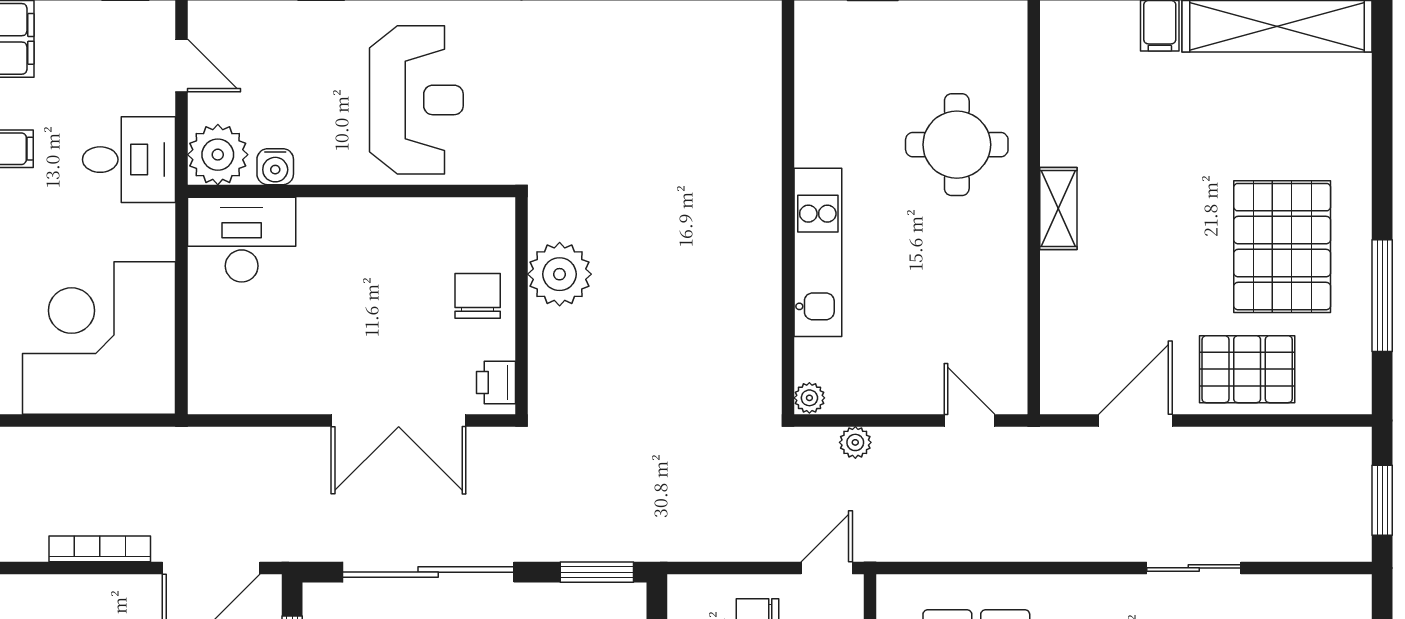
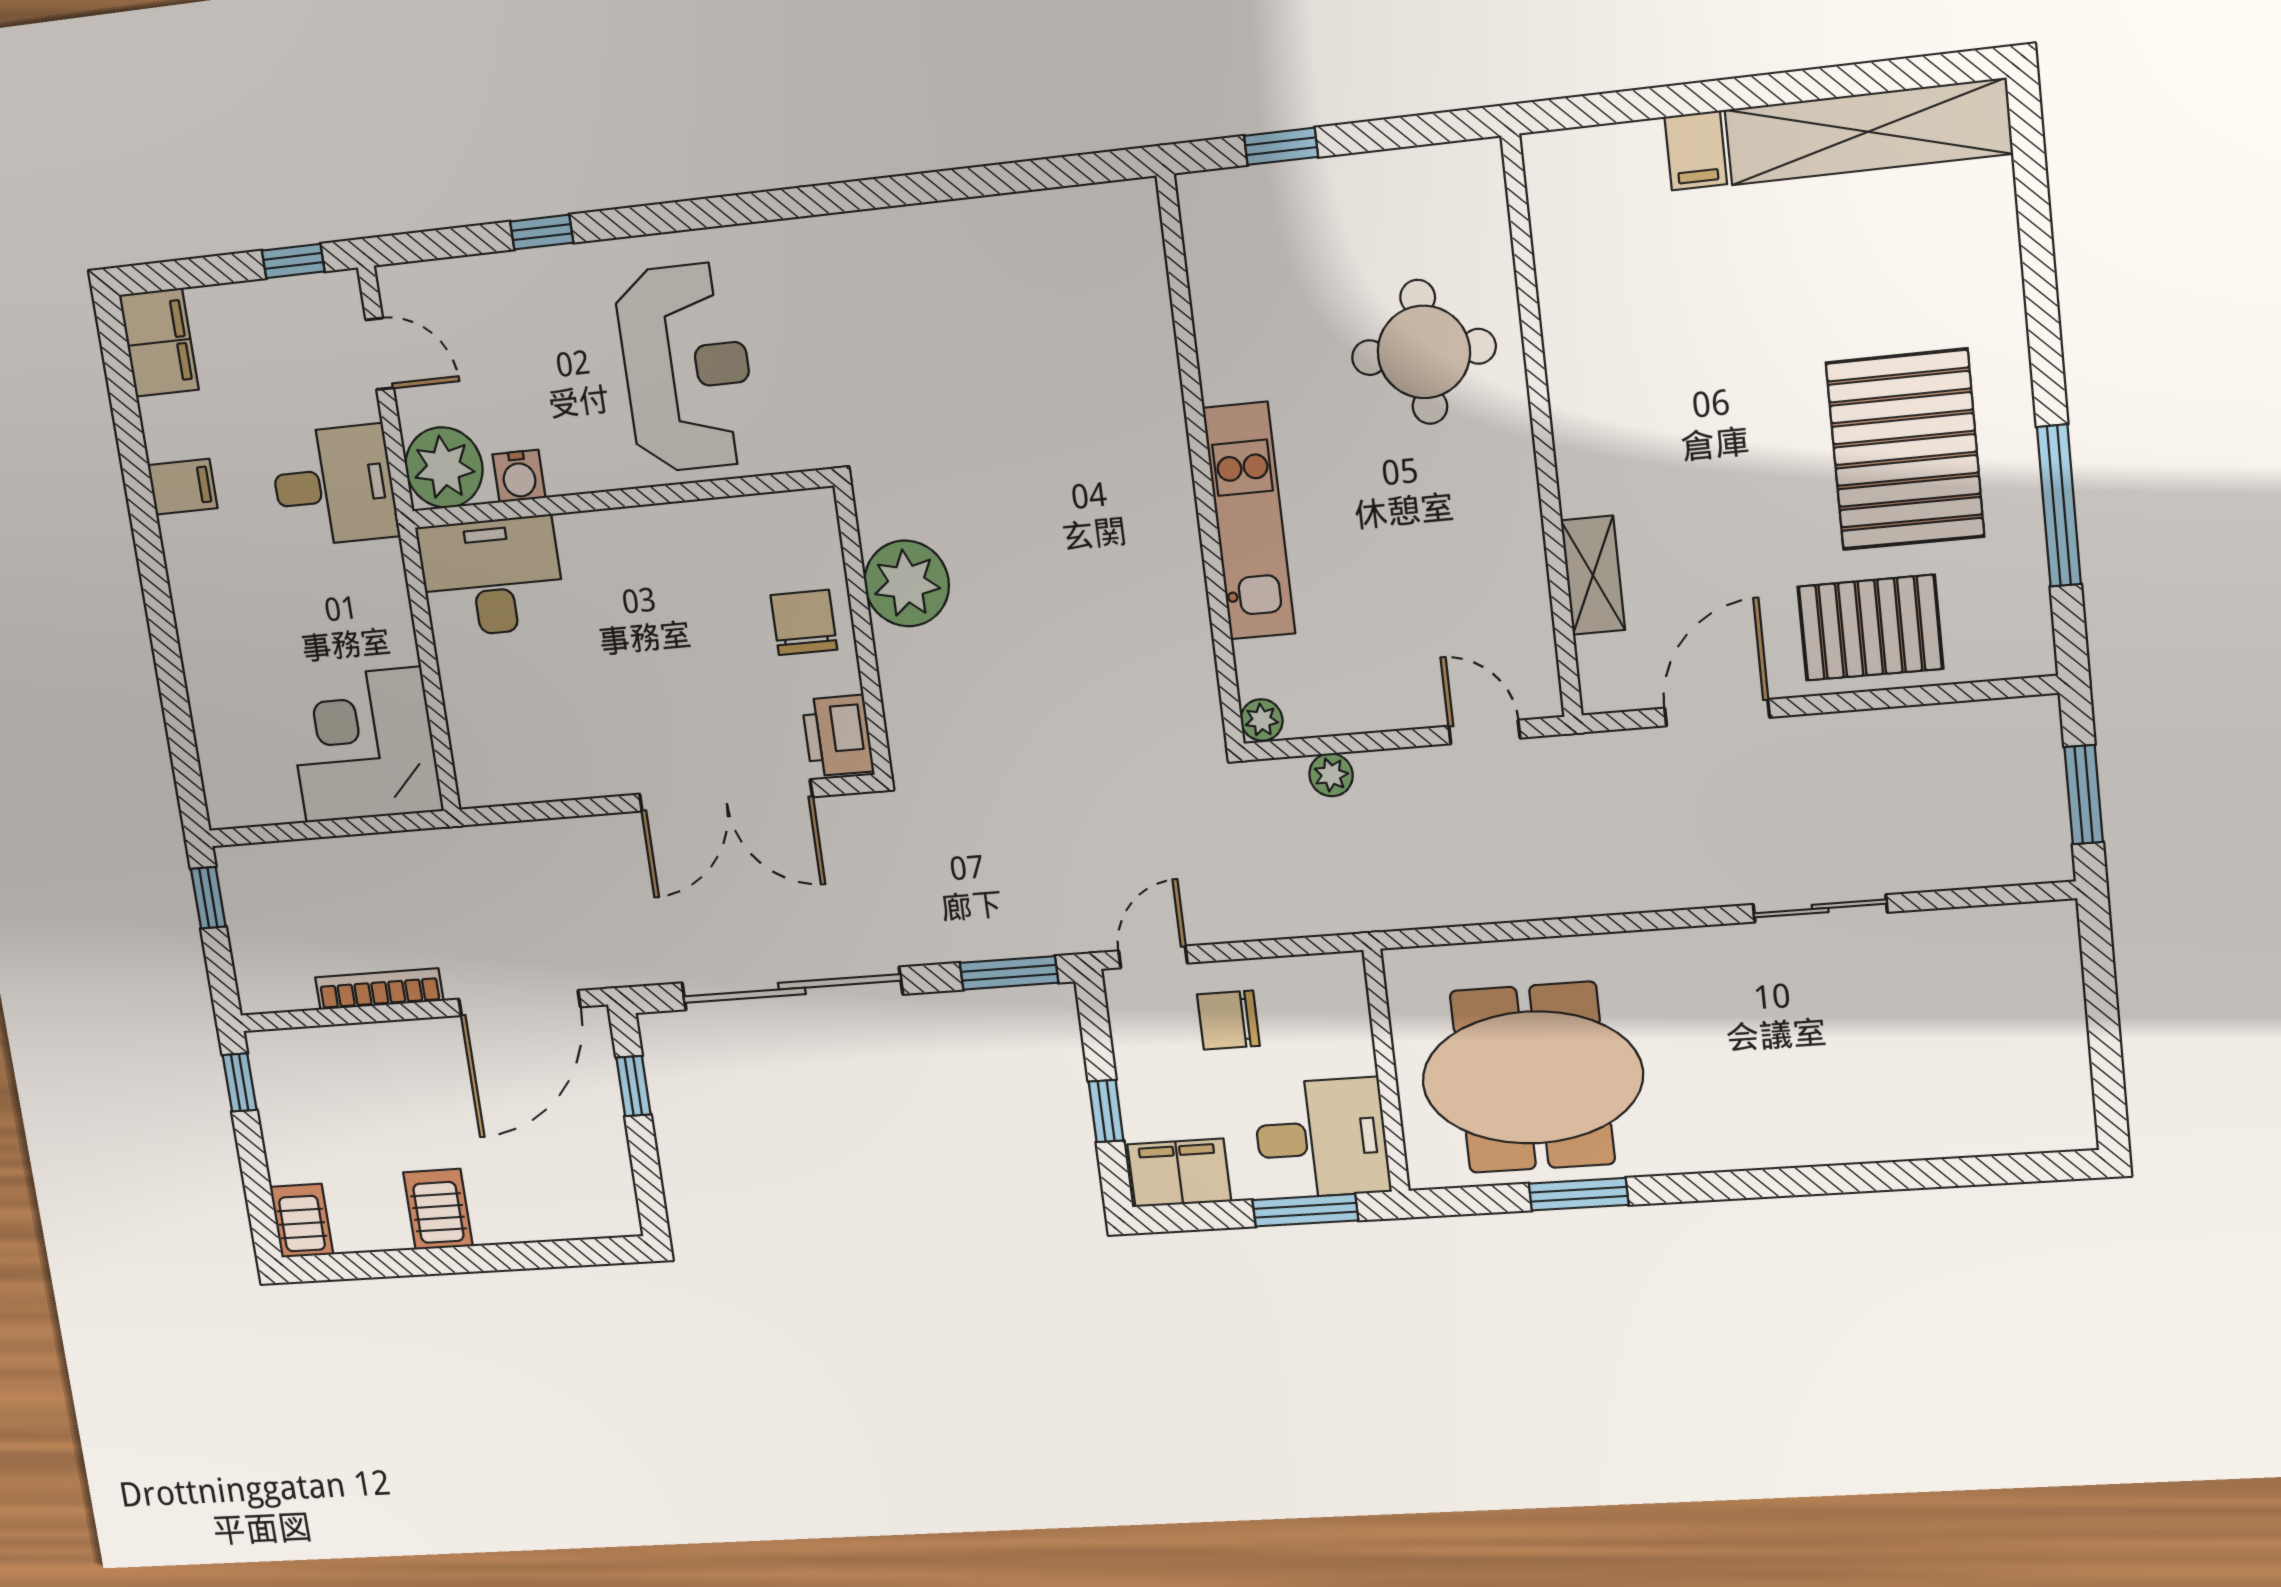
shelving: (1058, 208) -> (1593, 575), moved
corner desk: (99, 338) -> (364, 745), width x0.74, depth x0.74
printer: (496, 382) -> (838, 736), width x1.36, depth x1.24
door: (827, 568) -> (1153, 957), moved

